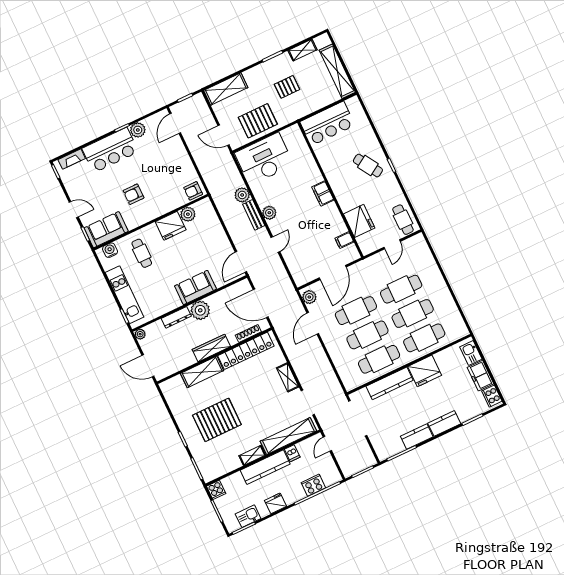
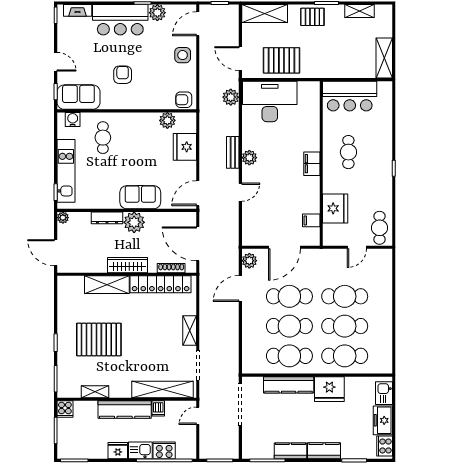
shelving: (337, 71) -> (384, 58), width x0.68
pallet: (287, 87) -> (312, 17), moved
side table: (175, 155) -> (183, 55), added
cafe table: (368, 166) -> (348, 152), moved, turned 32
armchair: (134, 194) -> (123, 75), turned 90
plant: (242, 195) -> (231, 97), moved
fridge: (171, 226) -> (185, 147), moved, turned 90
shelving: (252, 455) -> (95, 392), moved
kitchen sink: (248, 516) -> (140, 450), moved

